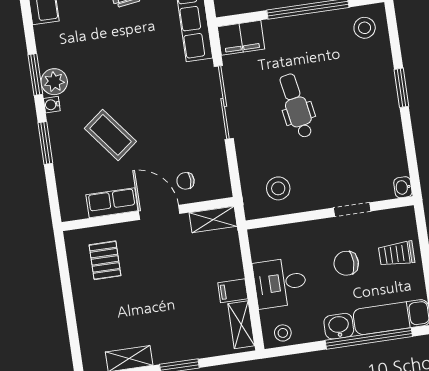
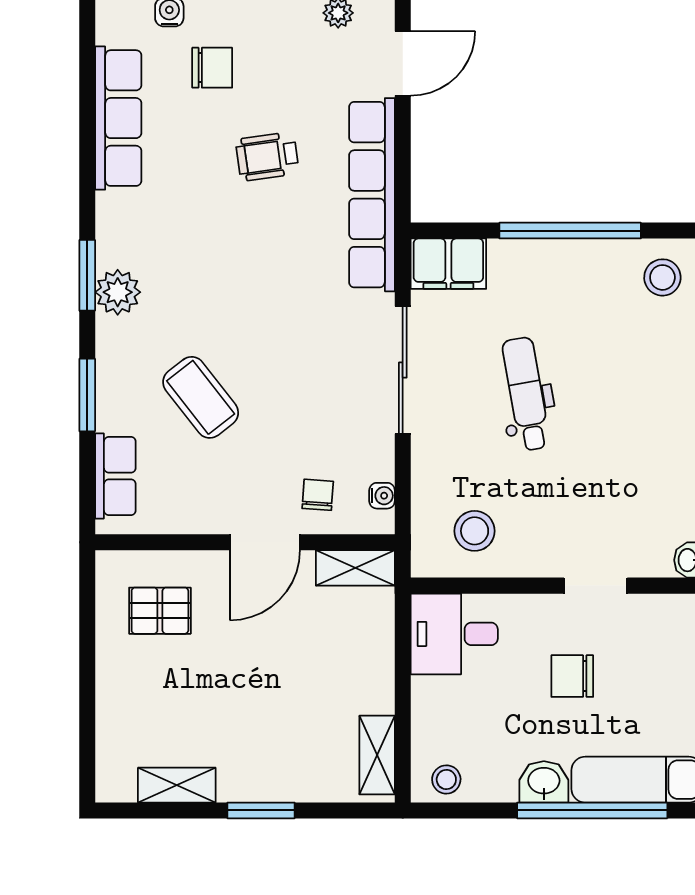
water cooler: (52, 105) -> (382, 496), moved, turned 180
chair: (186, 181) -> (318, 495), turned 94
row of seats: (112, 203) -> (115, 476), moved, turned 90
door: (159, 212) -> (265, 542), swing flipped
trolley: (397, 254) -> (661, 673), removed
pallet: (105, 260) -> (160, 611), turned 90
desk: (280, 283) -> (454, 634), moved
filing cabinet: (233, 291) -> (371, 695), removed

